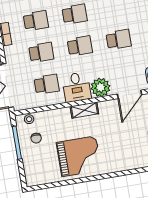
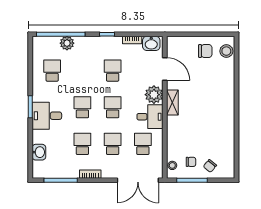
shelving: (84, 110) -> (172, 102), moved
grand piano: (79, 156) -> (214, 125), removed
chair: (35, 159) -> (210, 166), added

